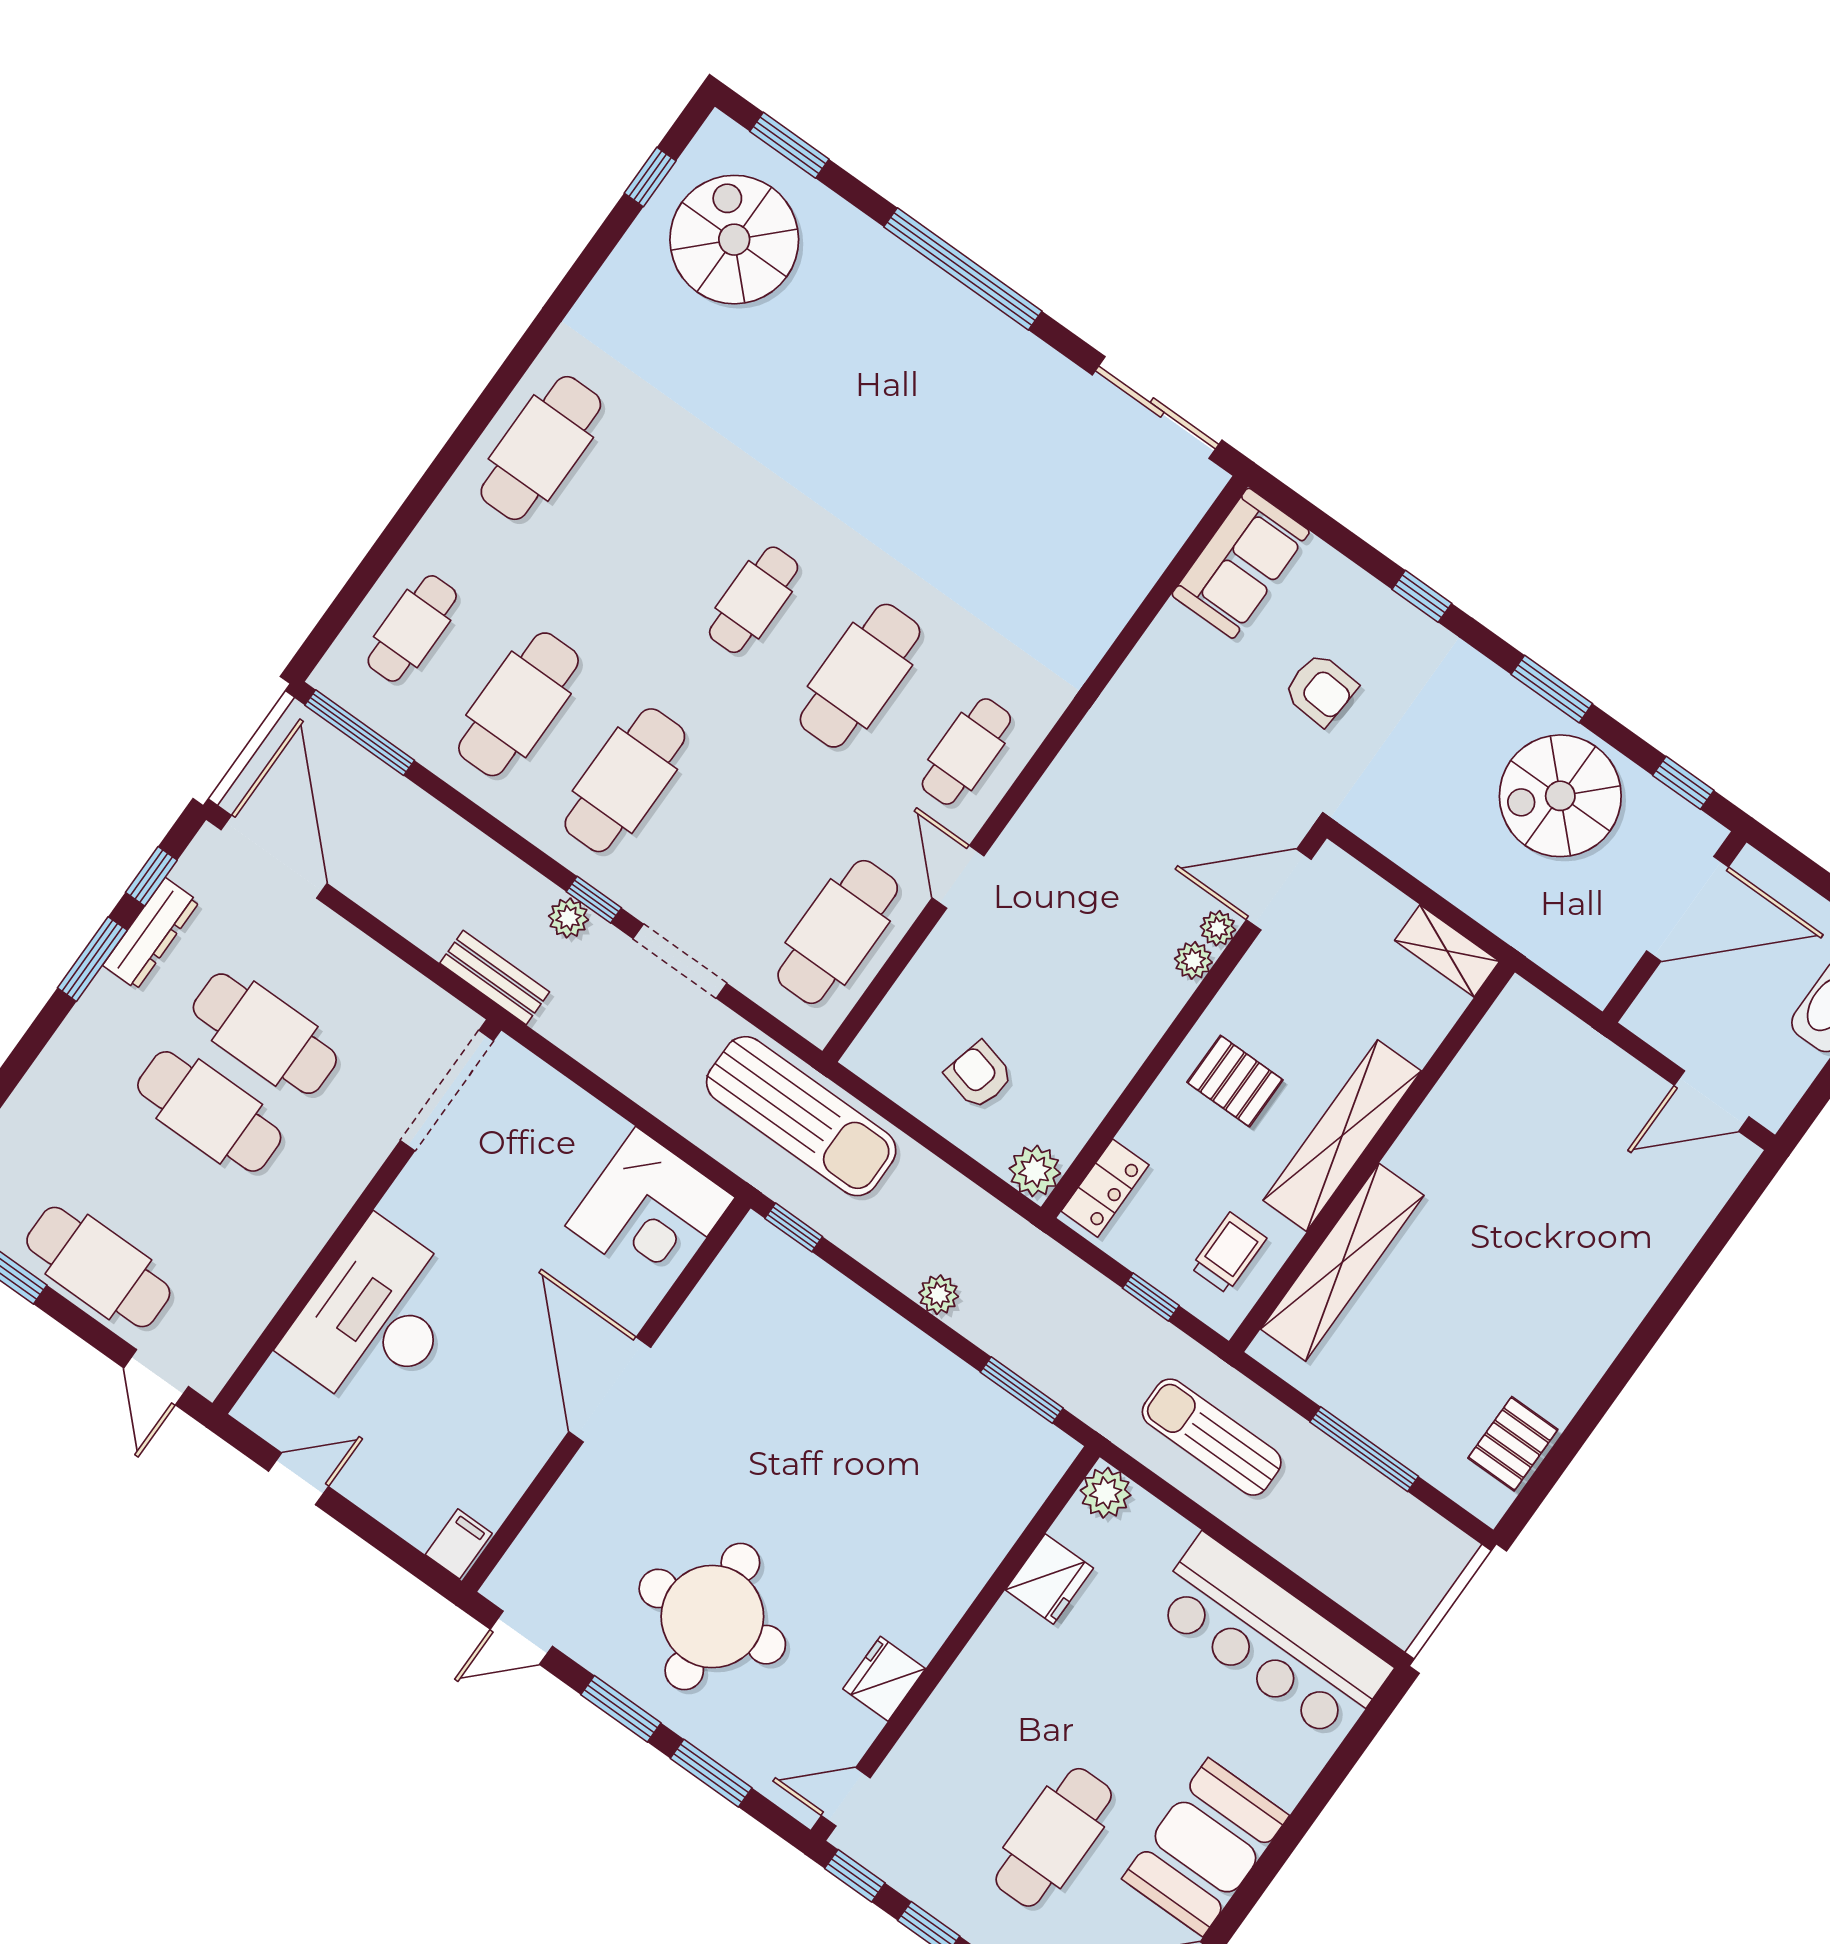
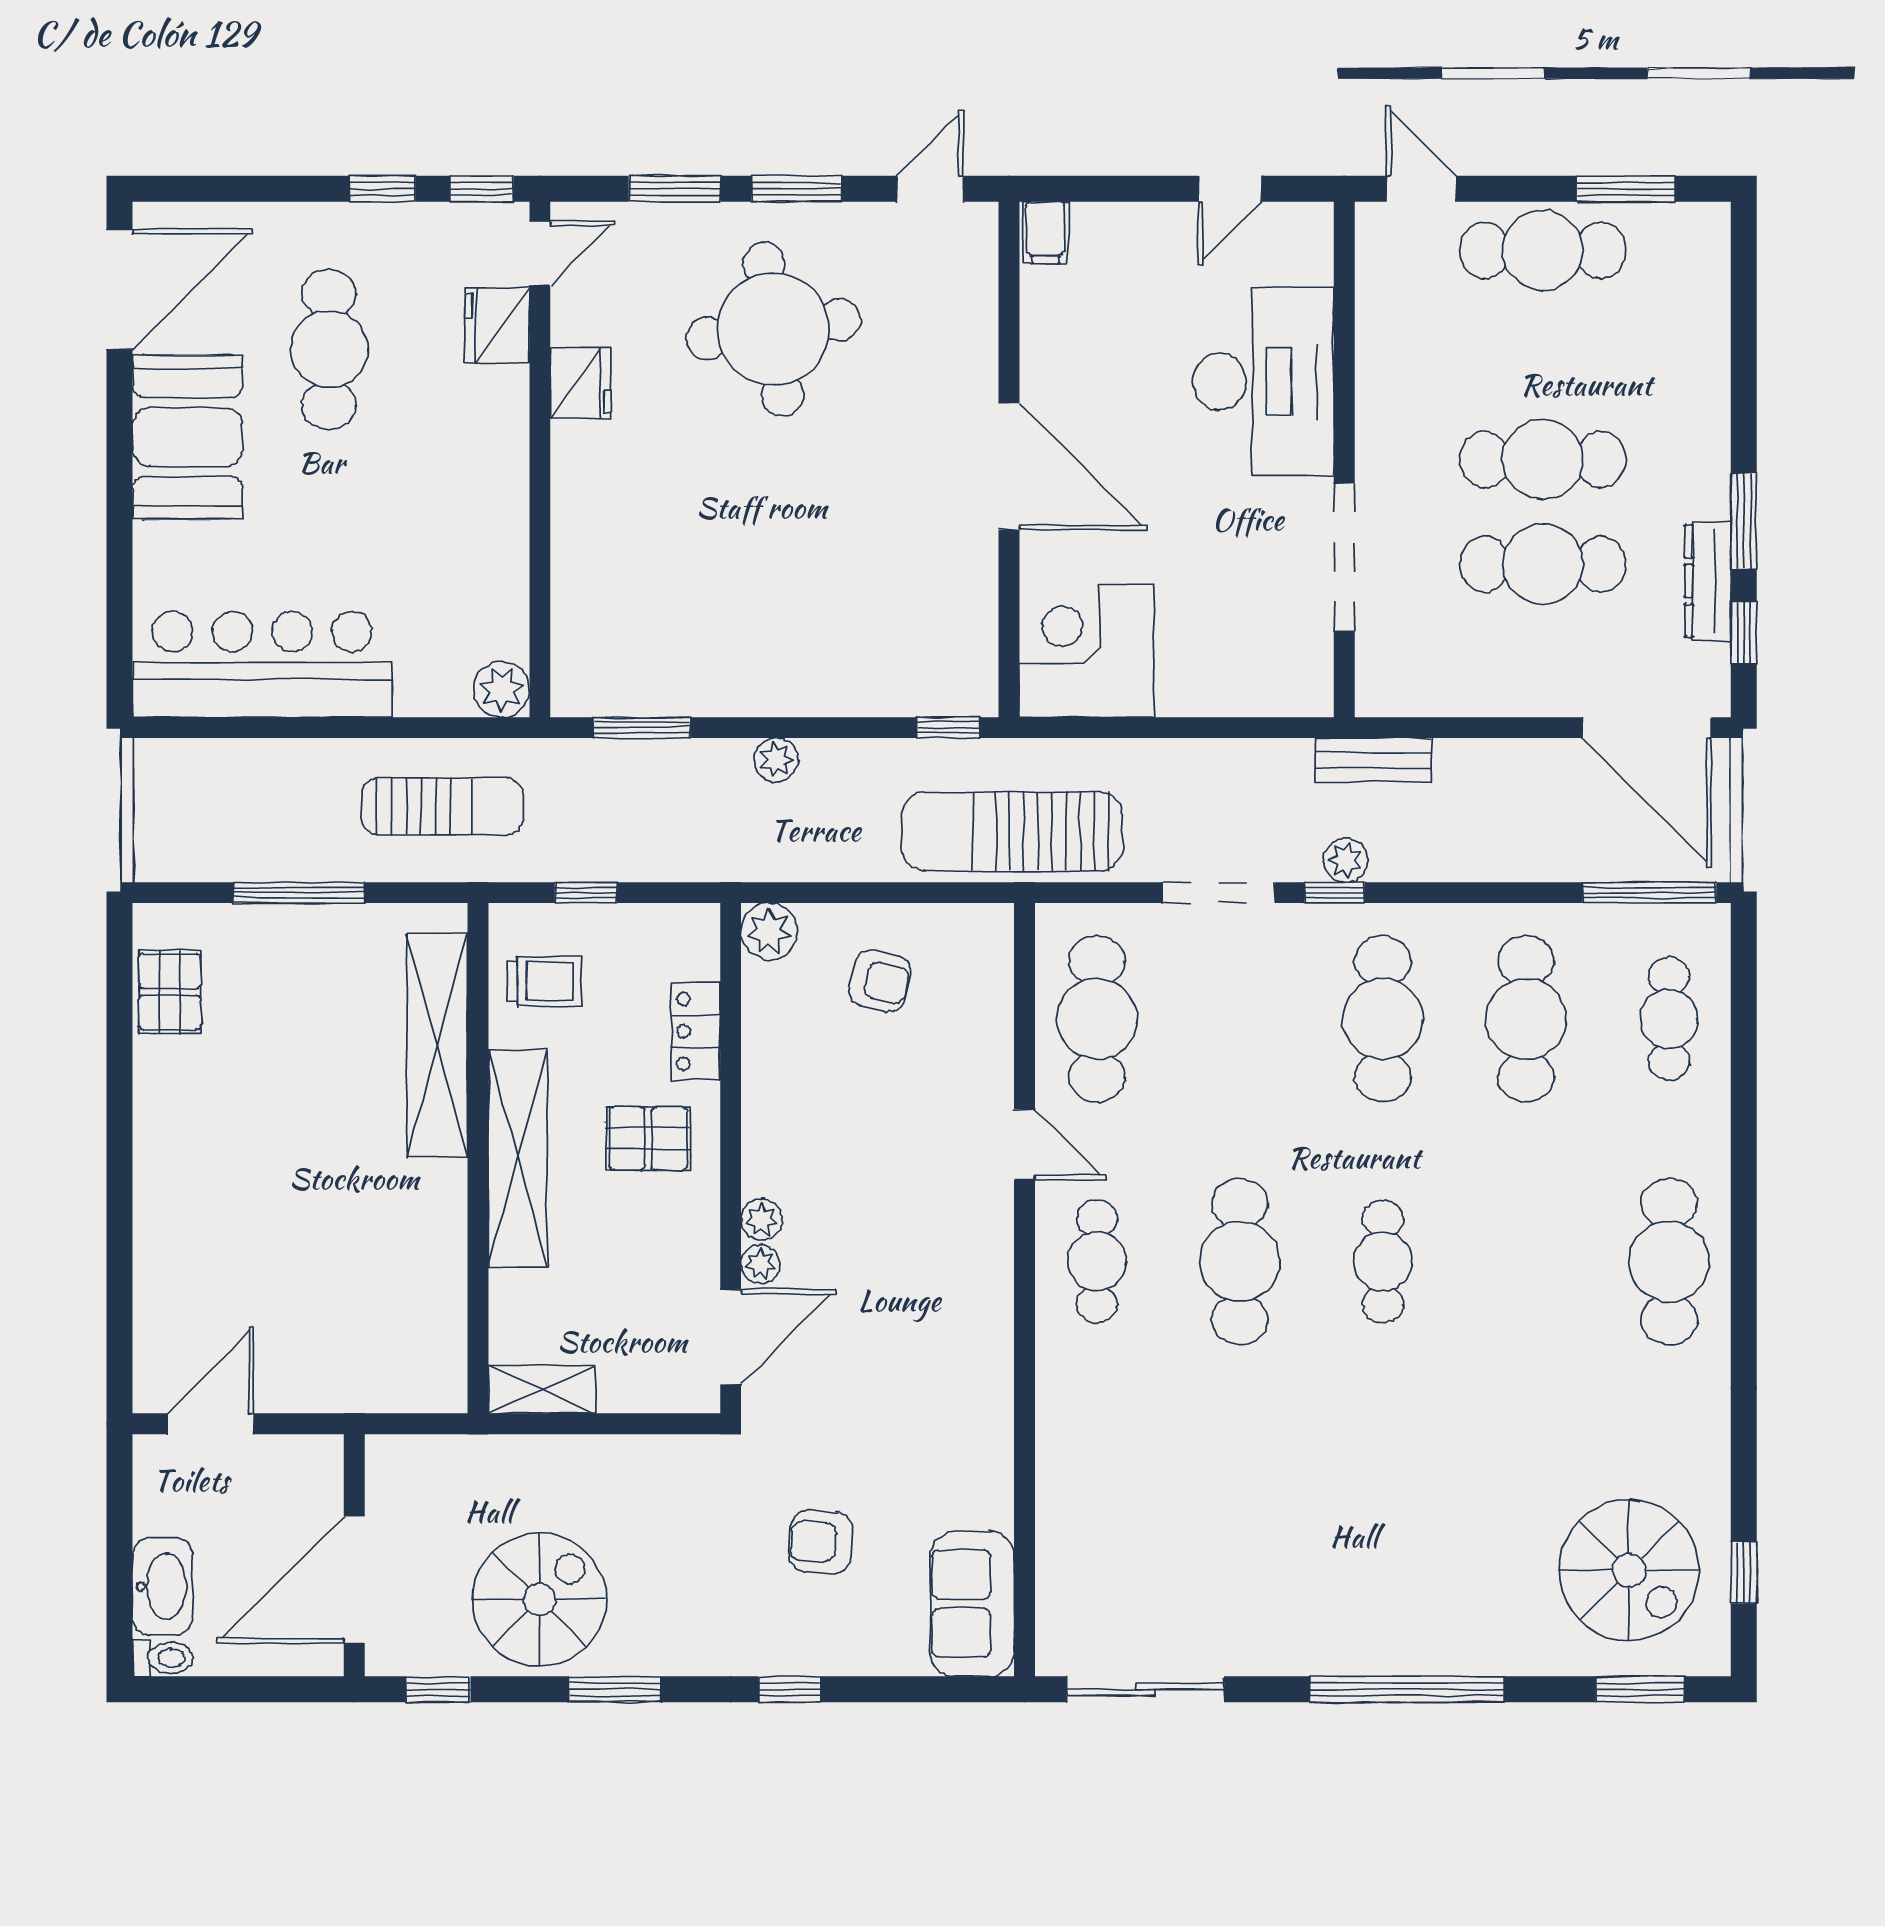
doorway: (447, 1091) -> (1344, 557), moved
locker: (1105, 1188) -> (696, 1031), moved
trolley: (1228, 1253) -> (544, 981), turned -90
fridge: (1049, 1579) -> (497, 325), moved

